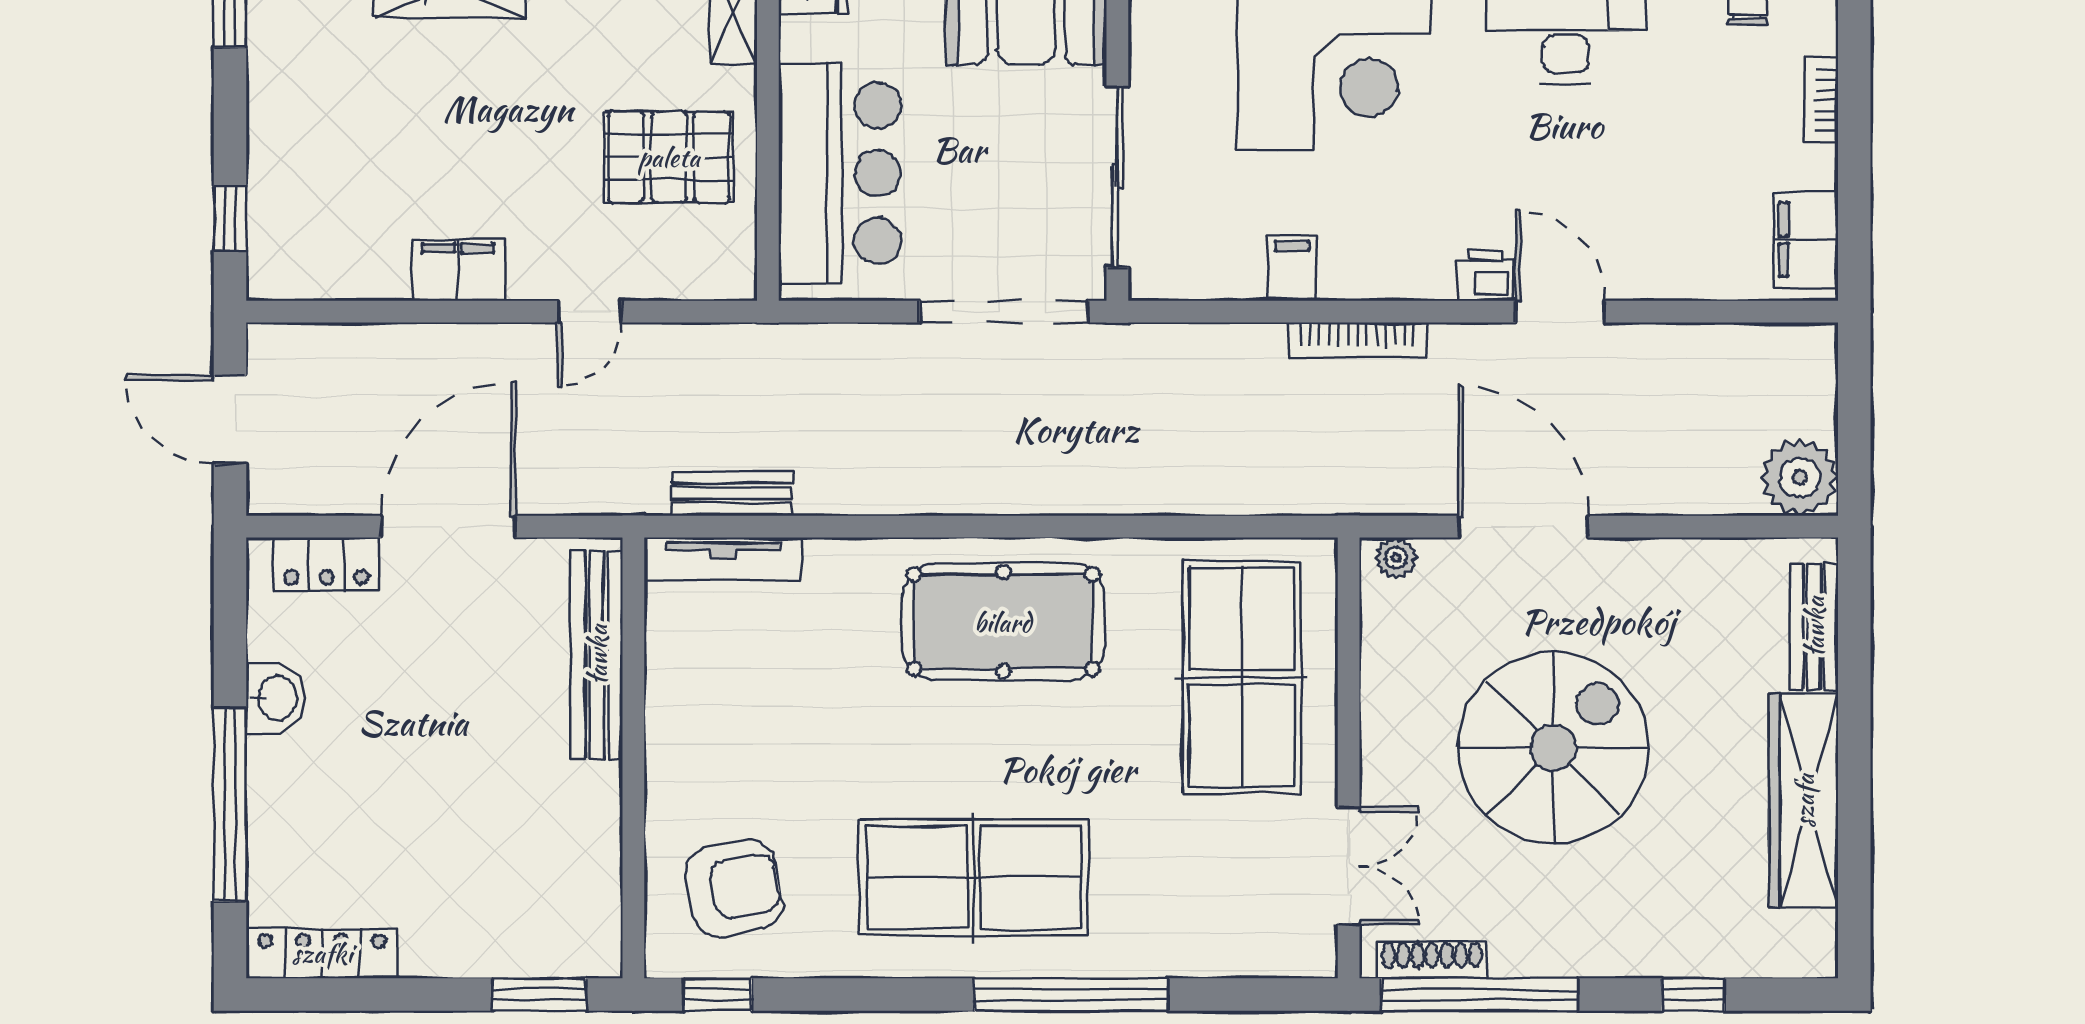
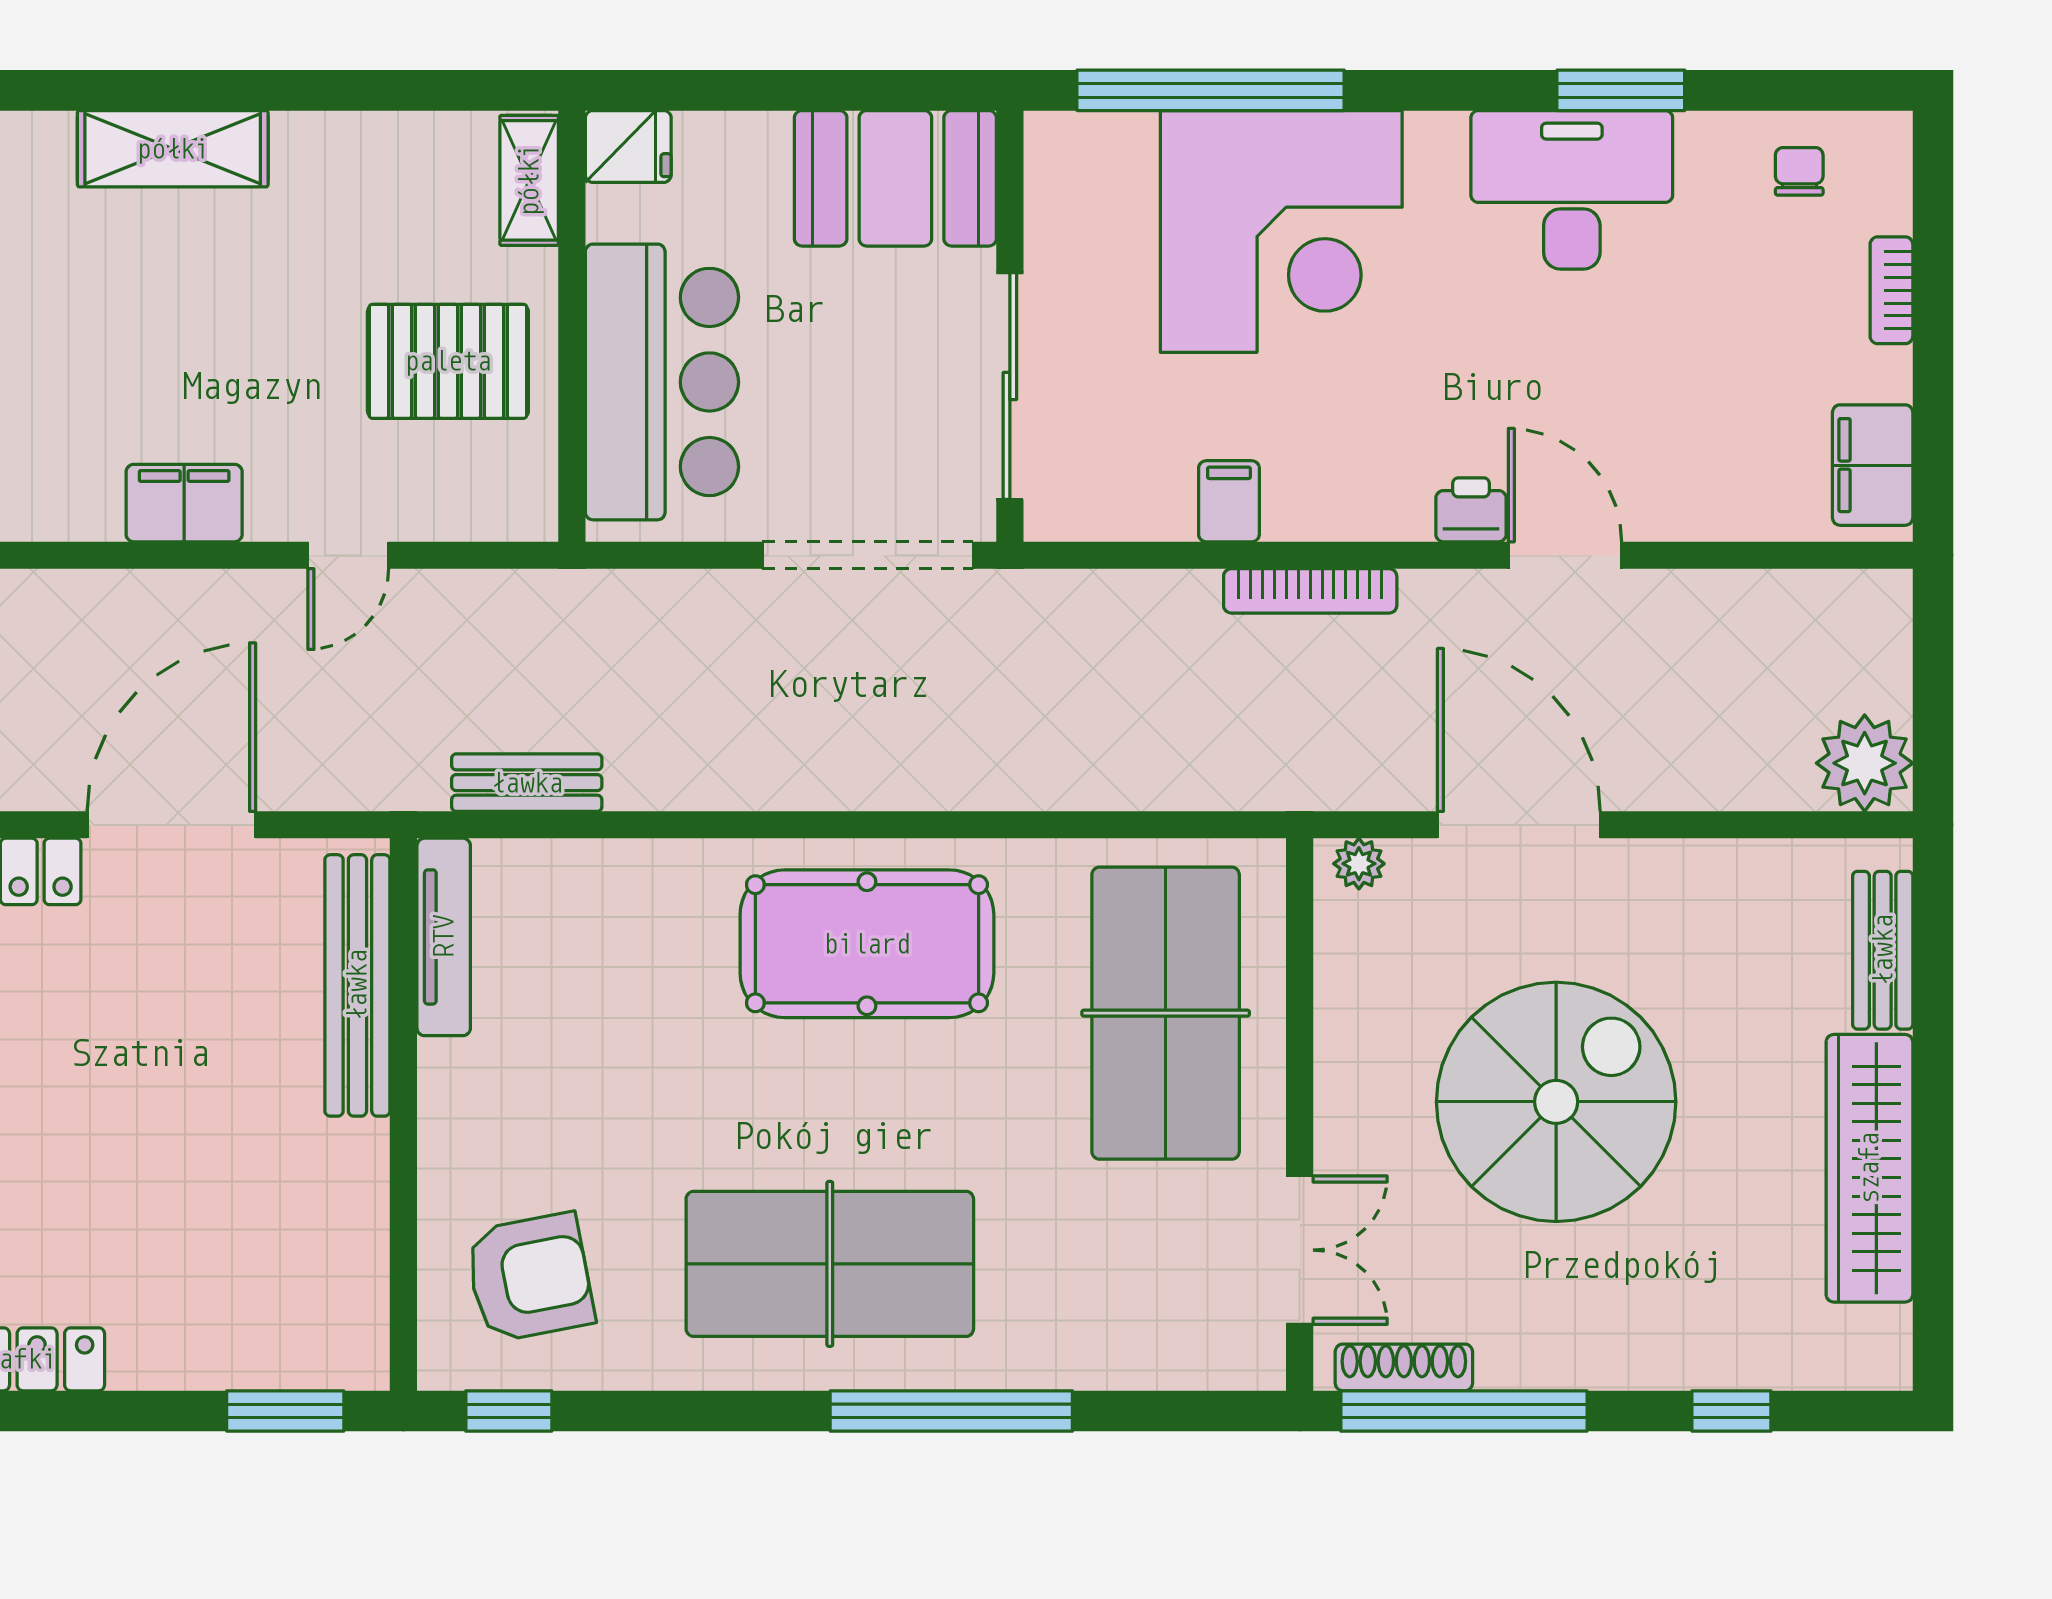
tv unit: (723, 559) -> (444, 937), moved, turned -90

